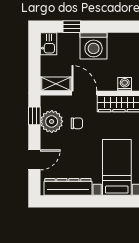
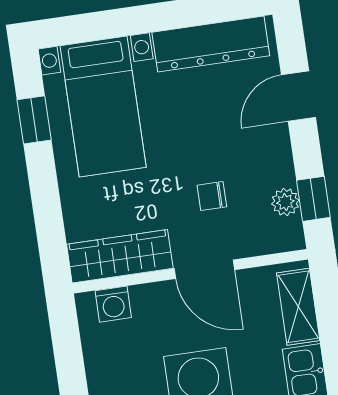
shelving: (56, 84) -> (298, 307), moved, turned 90
plant: (52, 121) -> (285, 202), width x0.53, depth x0.53

